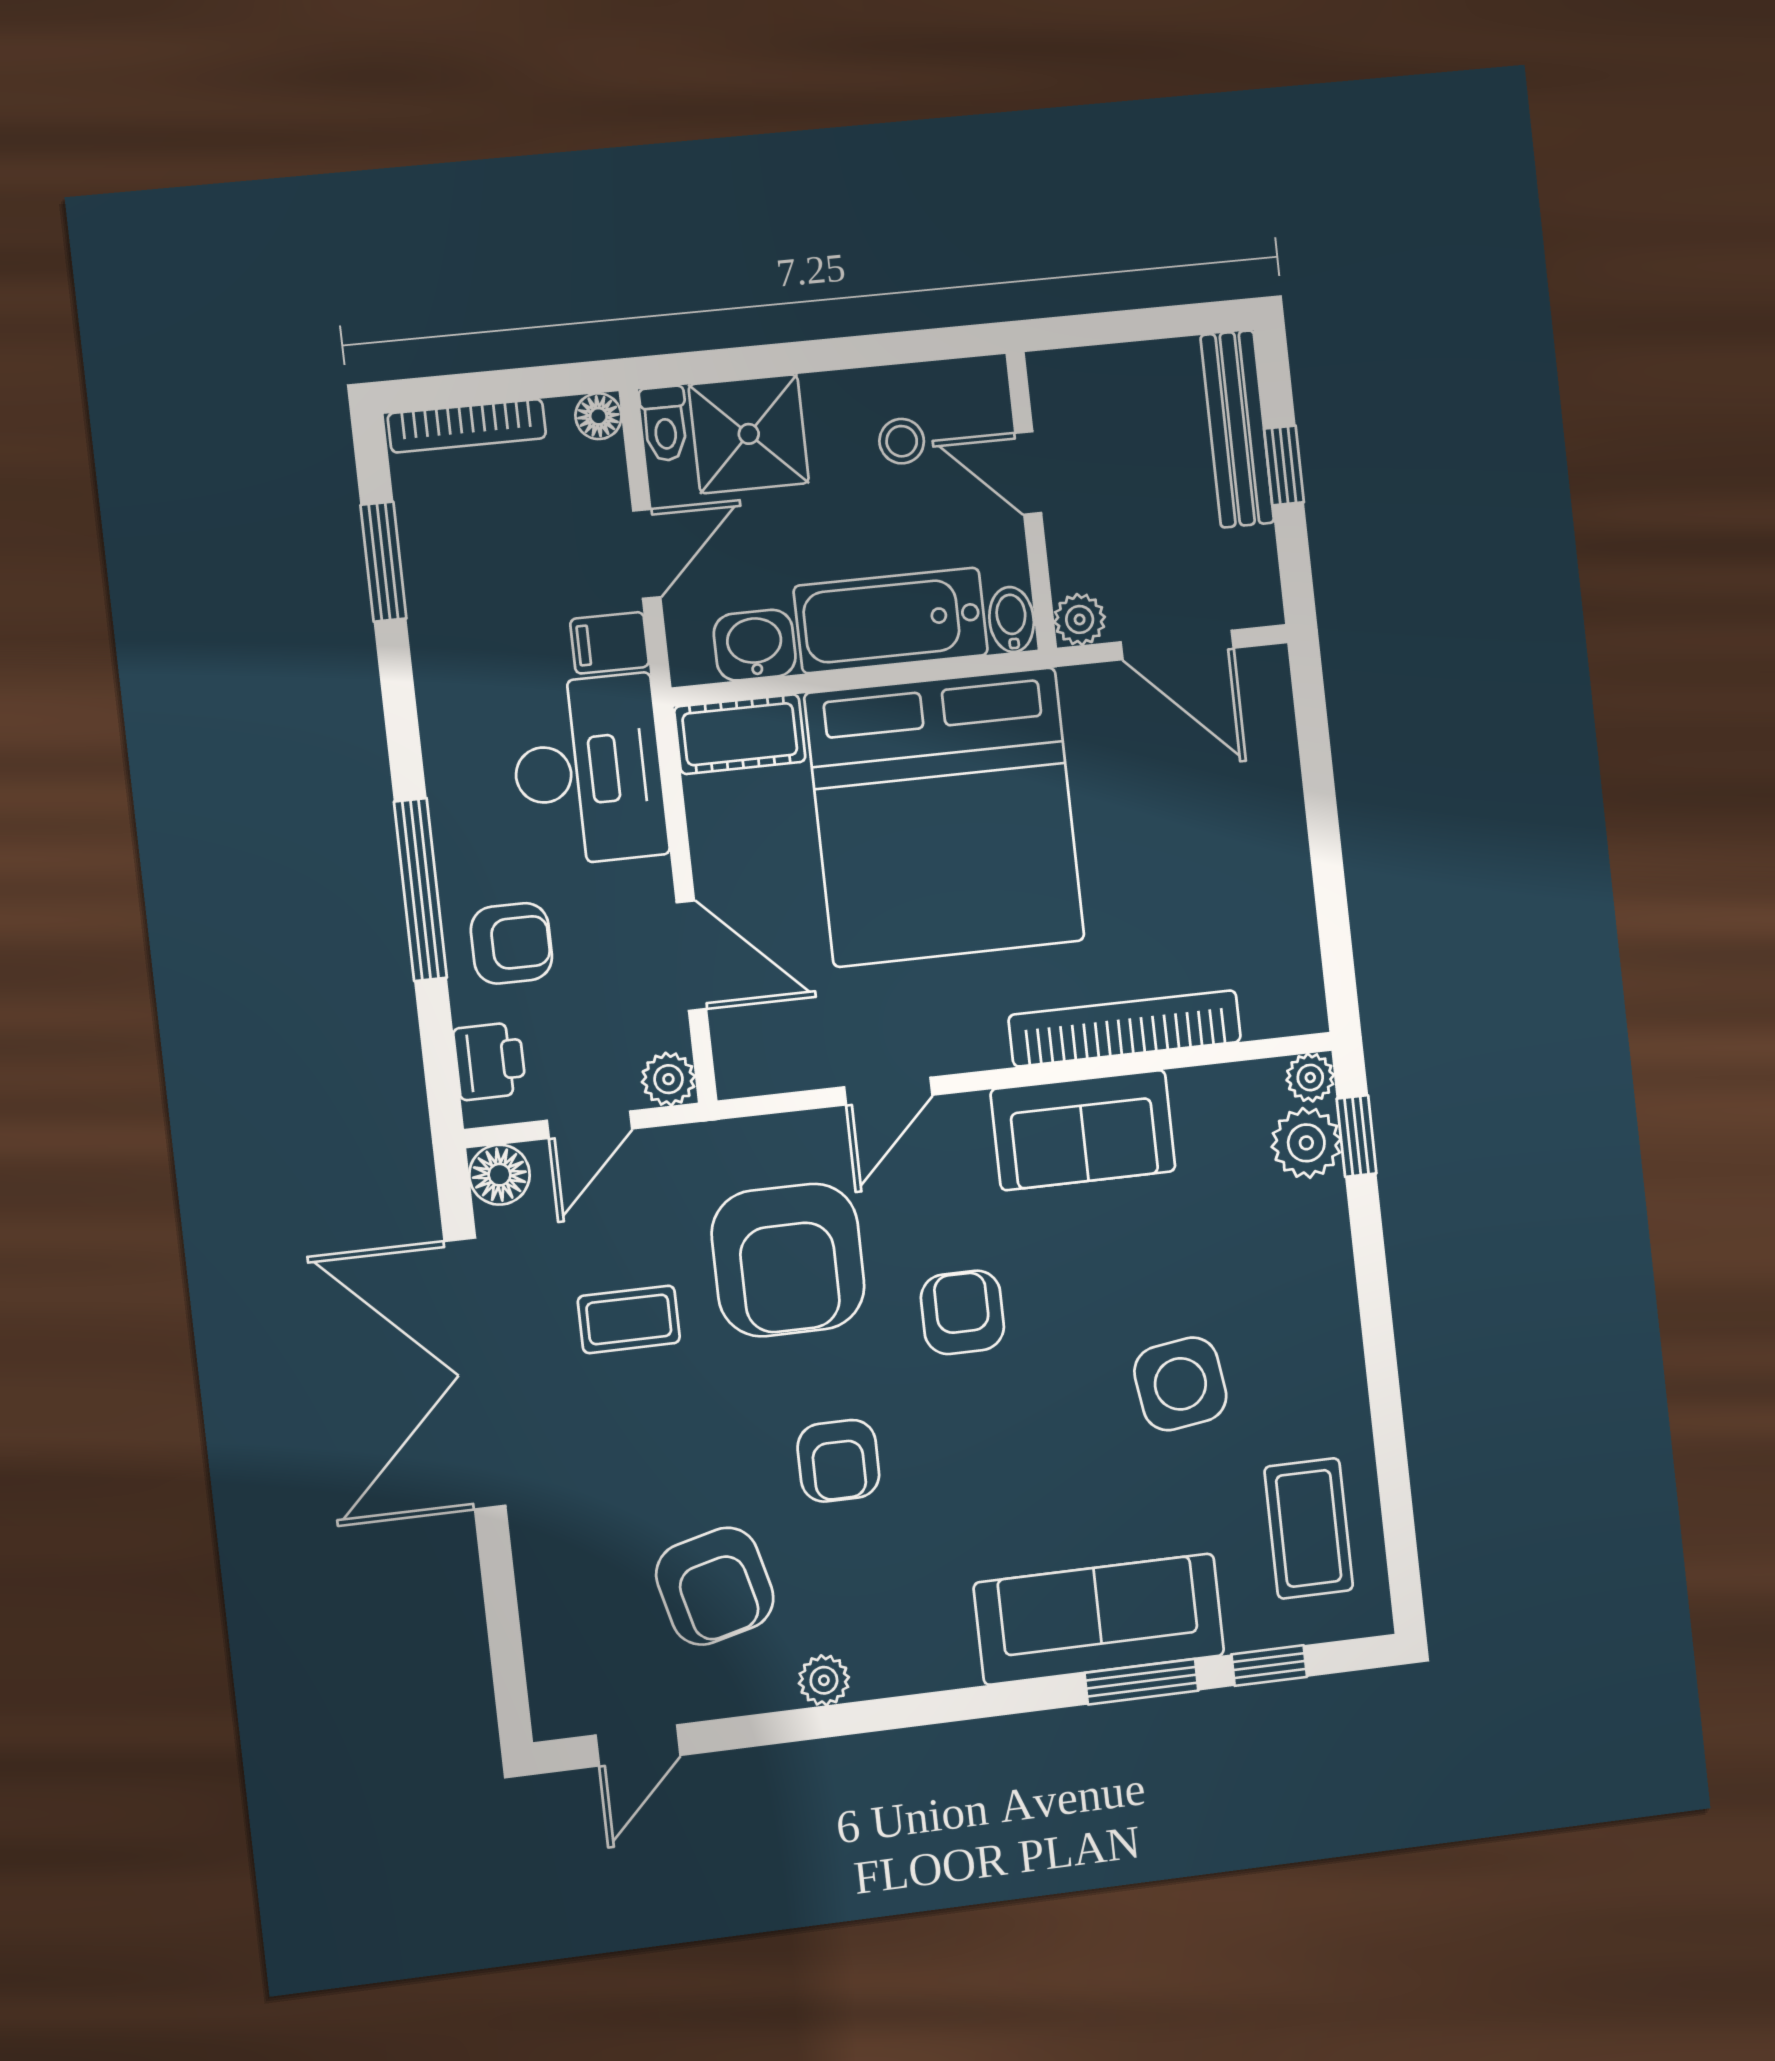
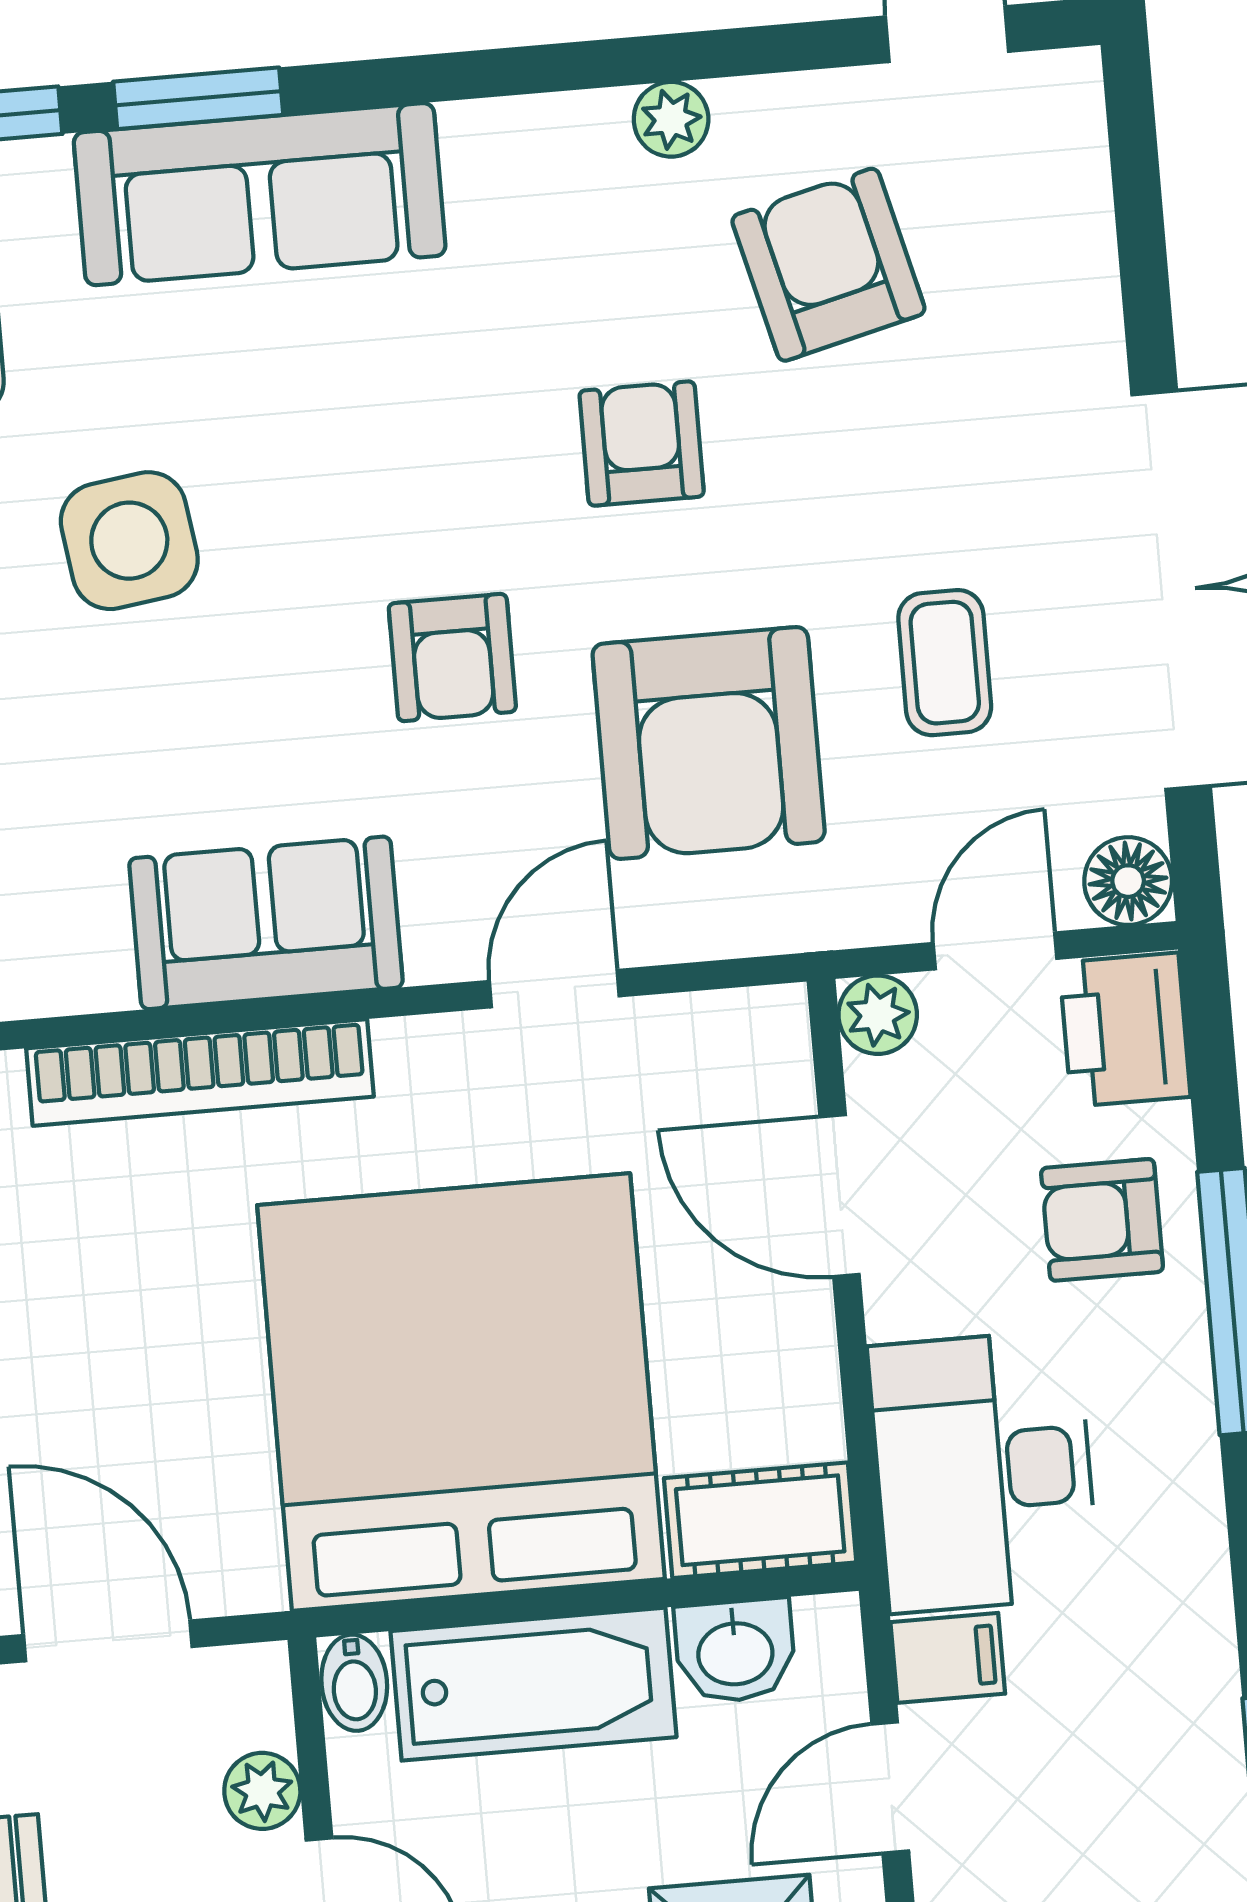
plant: (1080, 619) -> (262, 1791), moved
printer: (490, 1061) -> (1125, 1030), width x1.36, depth x1.24
armchair: (788, 1260) -> (709, 743), turned 180
coffee table: (629, 1319) -> (945, 663), turned 90

